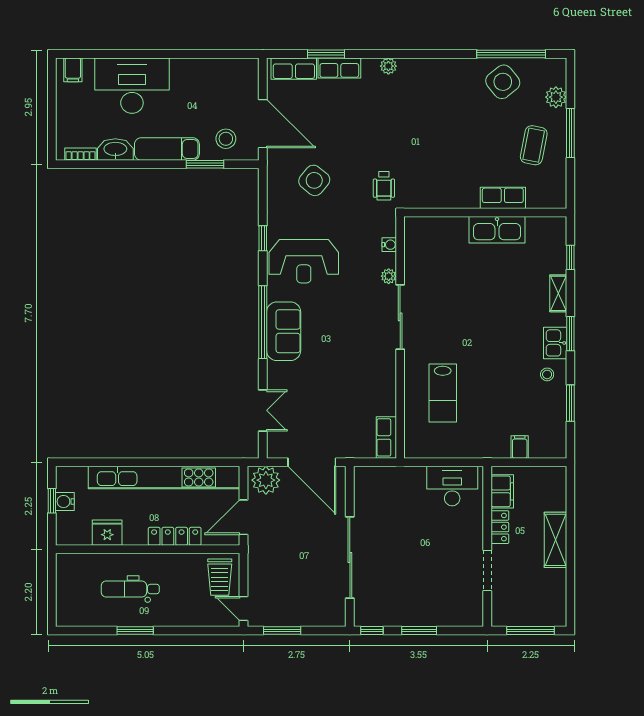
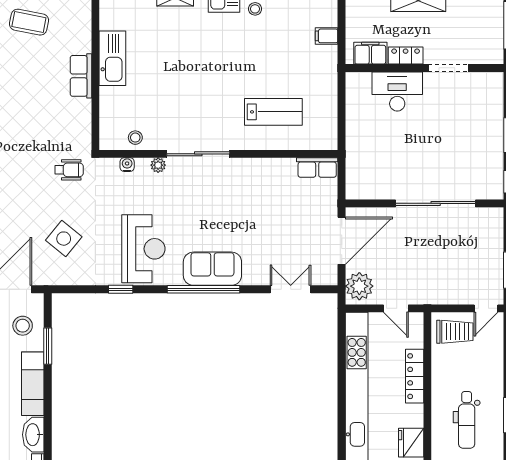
row of seats: (503, 198) -> (81, 76), moved
stool: (417, 253) -> (135, 138), added
desk: (452, 486) -> (397, 91), moved, turned 90
door: (243, 517) -> (396, 308), width x0.73

